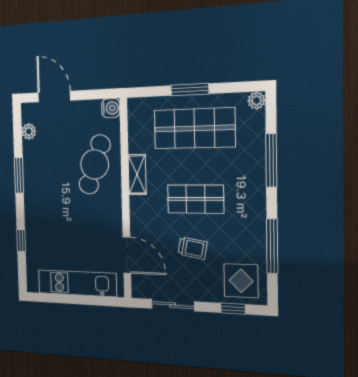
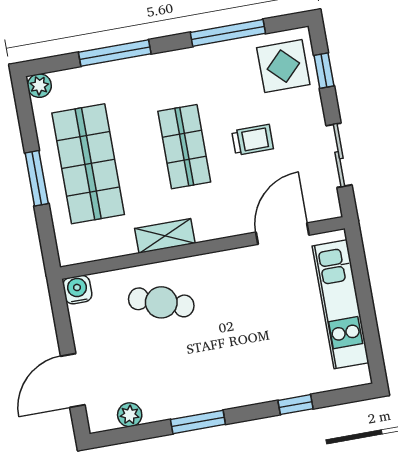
cafe table: (95, 164) -> (161, 302), width x0.73, depth x0.74
trolley: (193, 248) -> (253, 140), turned 80

